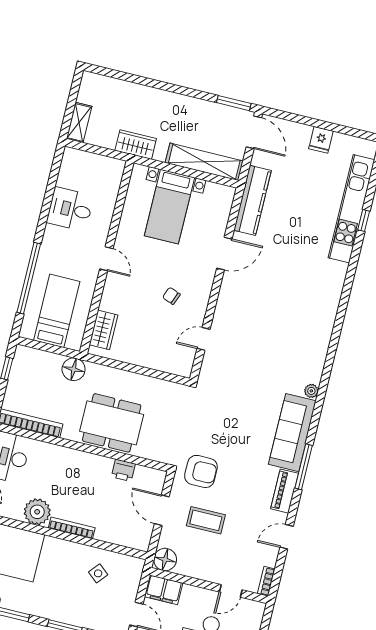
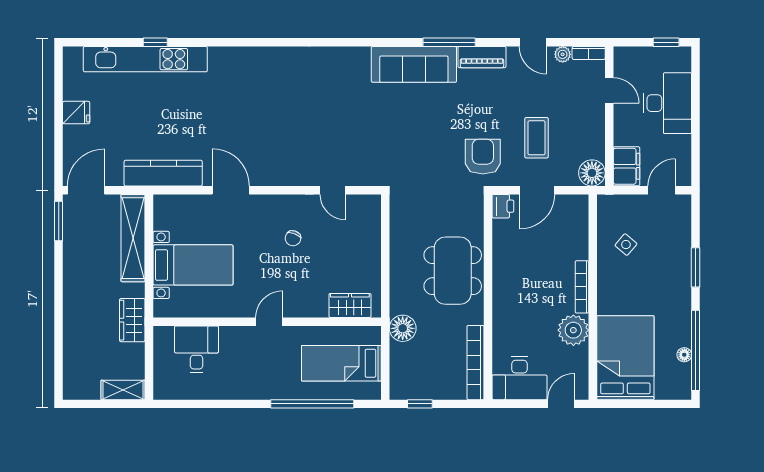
desk: (70, 209) -> (196, 349), moved, turned 180
plant: (311, 391) -> (563, 54), moved
printer: (123, 470) -> (503, 206), moved

